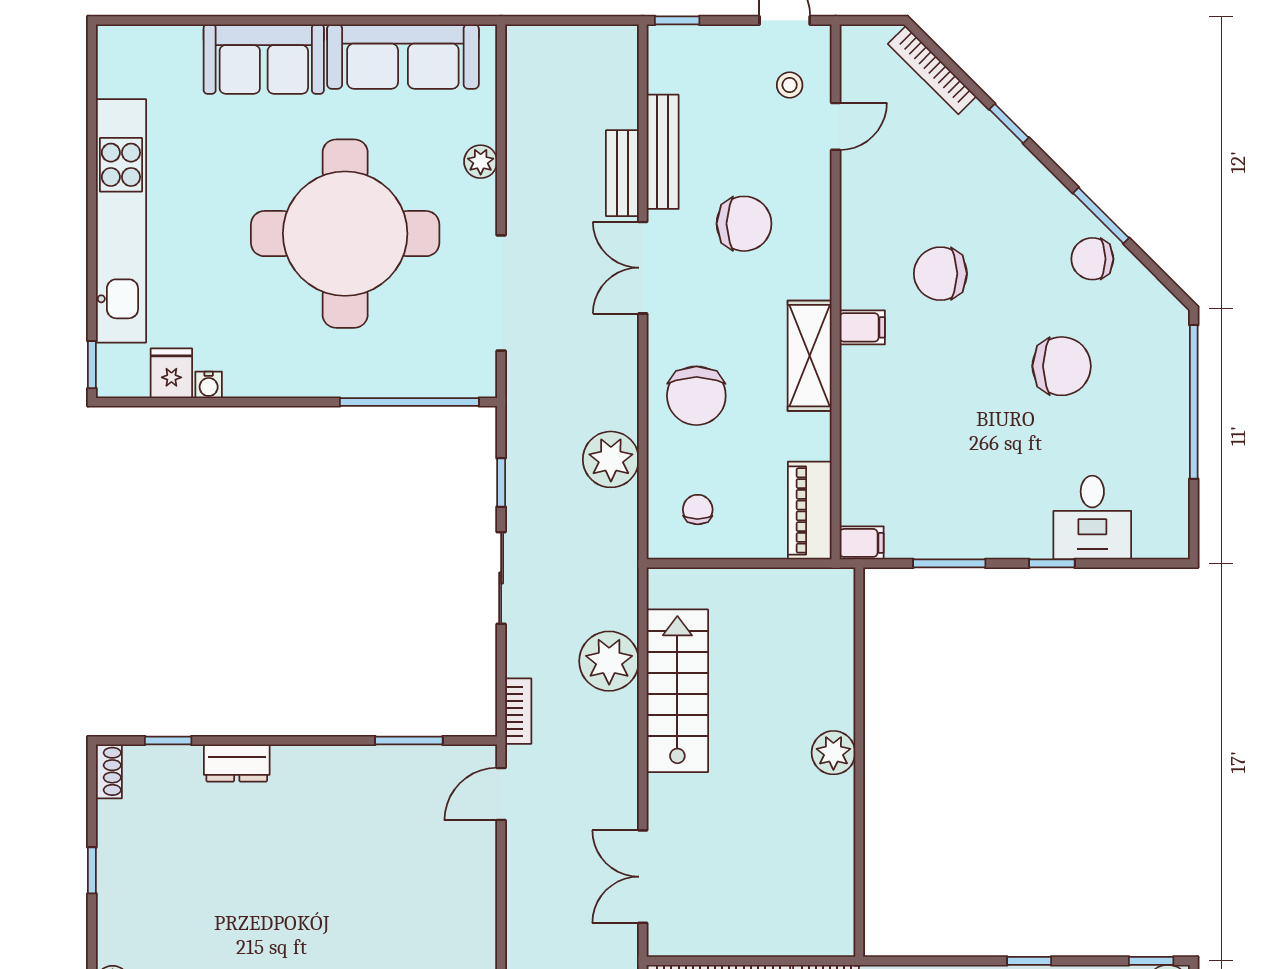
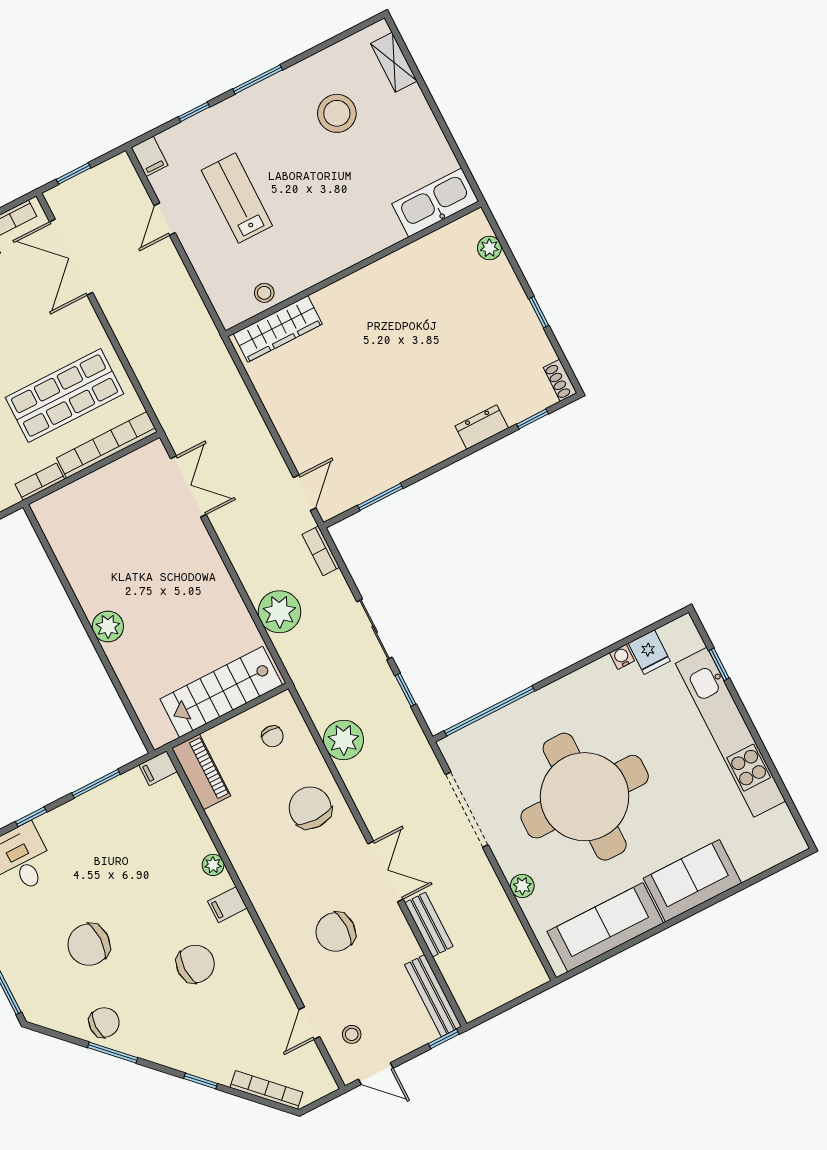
bench: (663, 152) -> (433, 996), moved
shelving: (810, 356) -> (251, 870), removed
window: (92, 365) -> (719, 664), moved
plant: (855, 386) -> (213, 865), added
stairs: (677, 691) -> (221, 692), moved, turned 90

